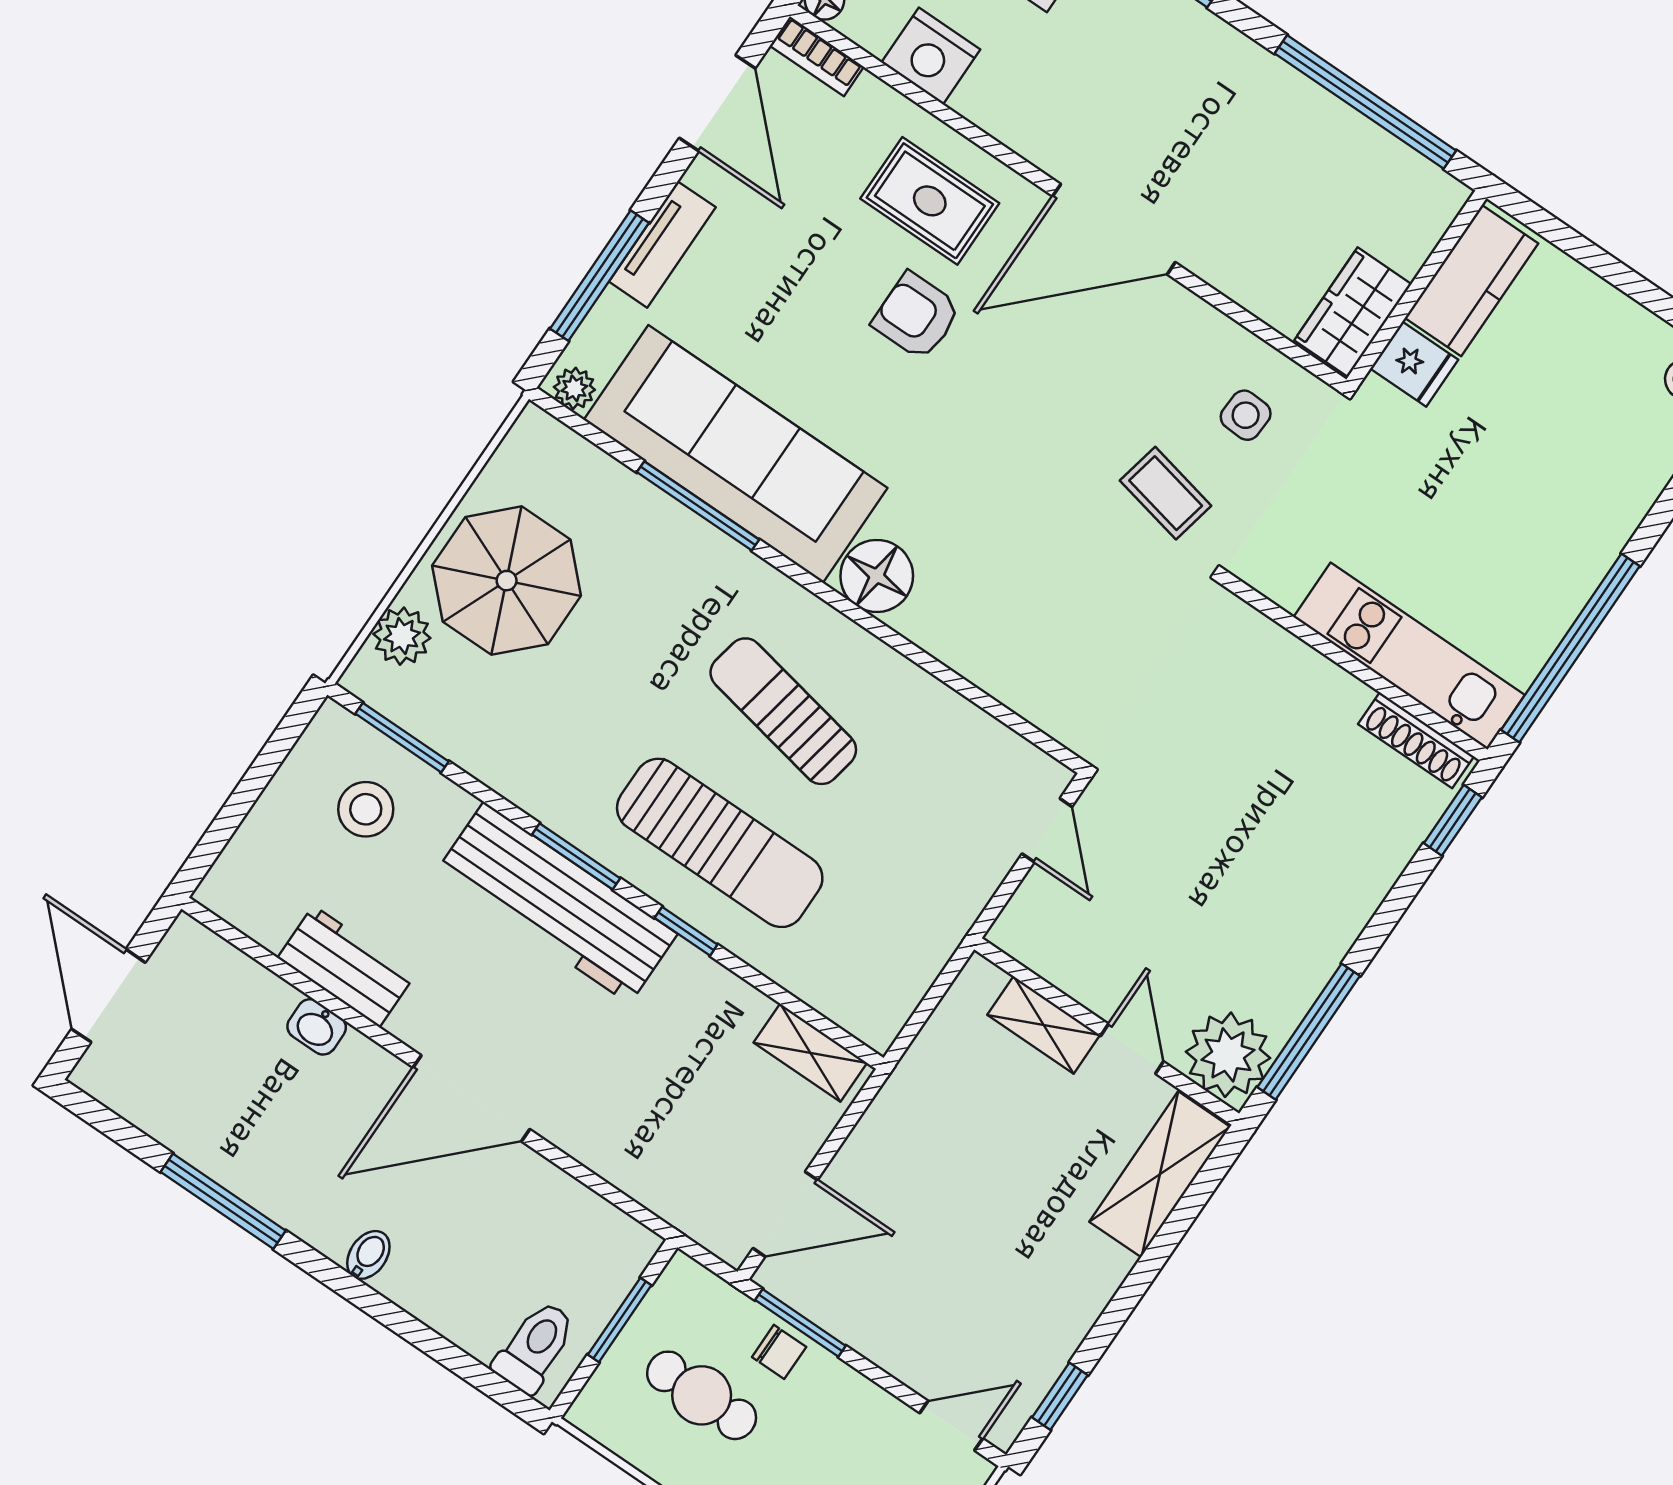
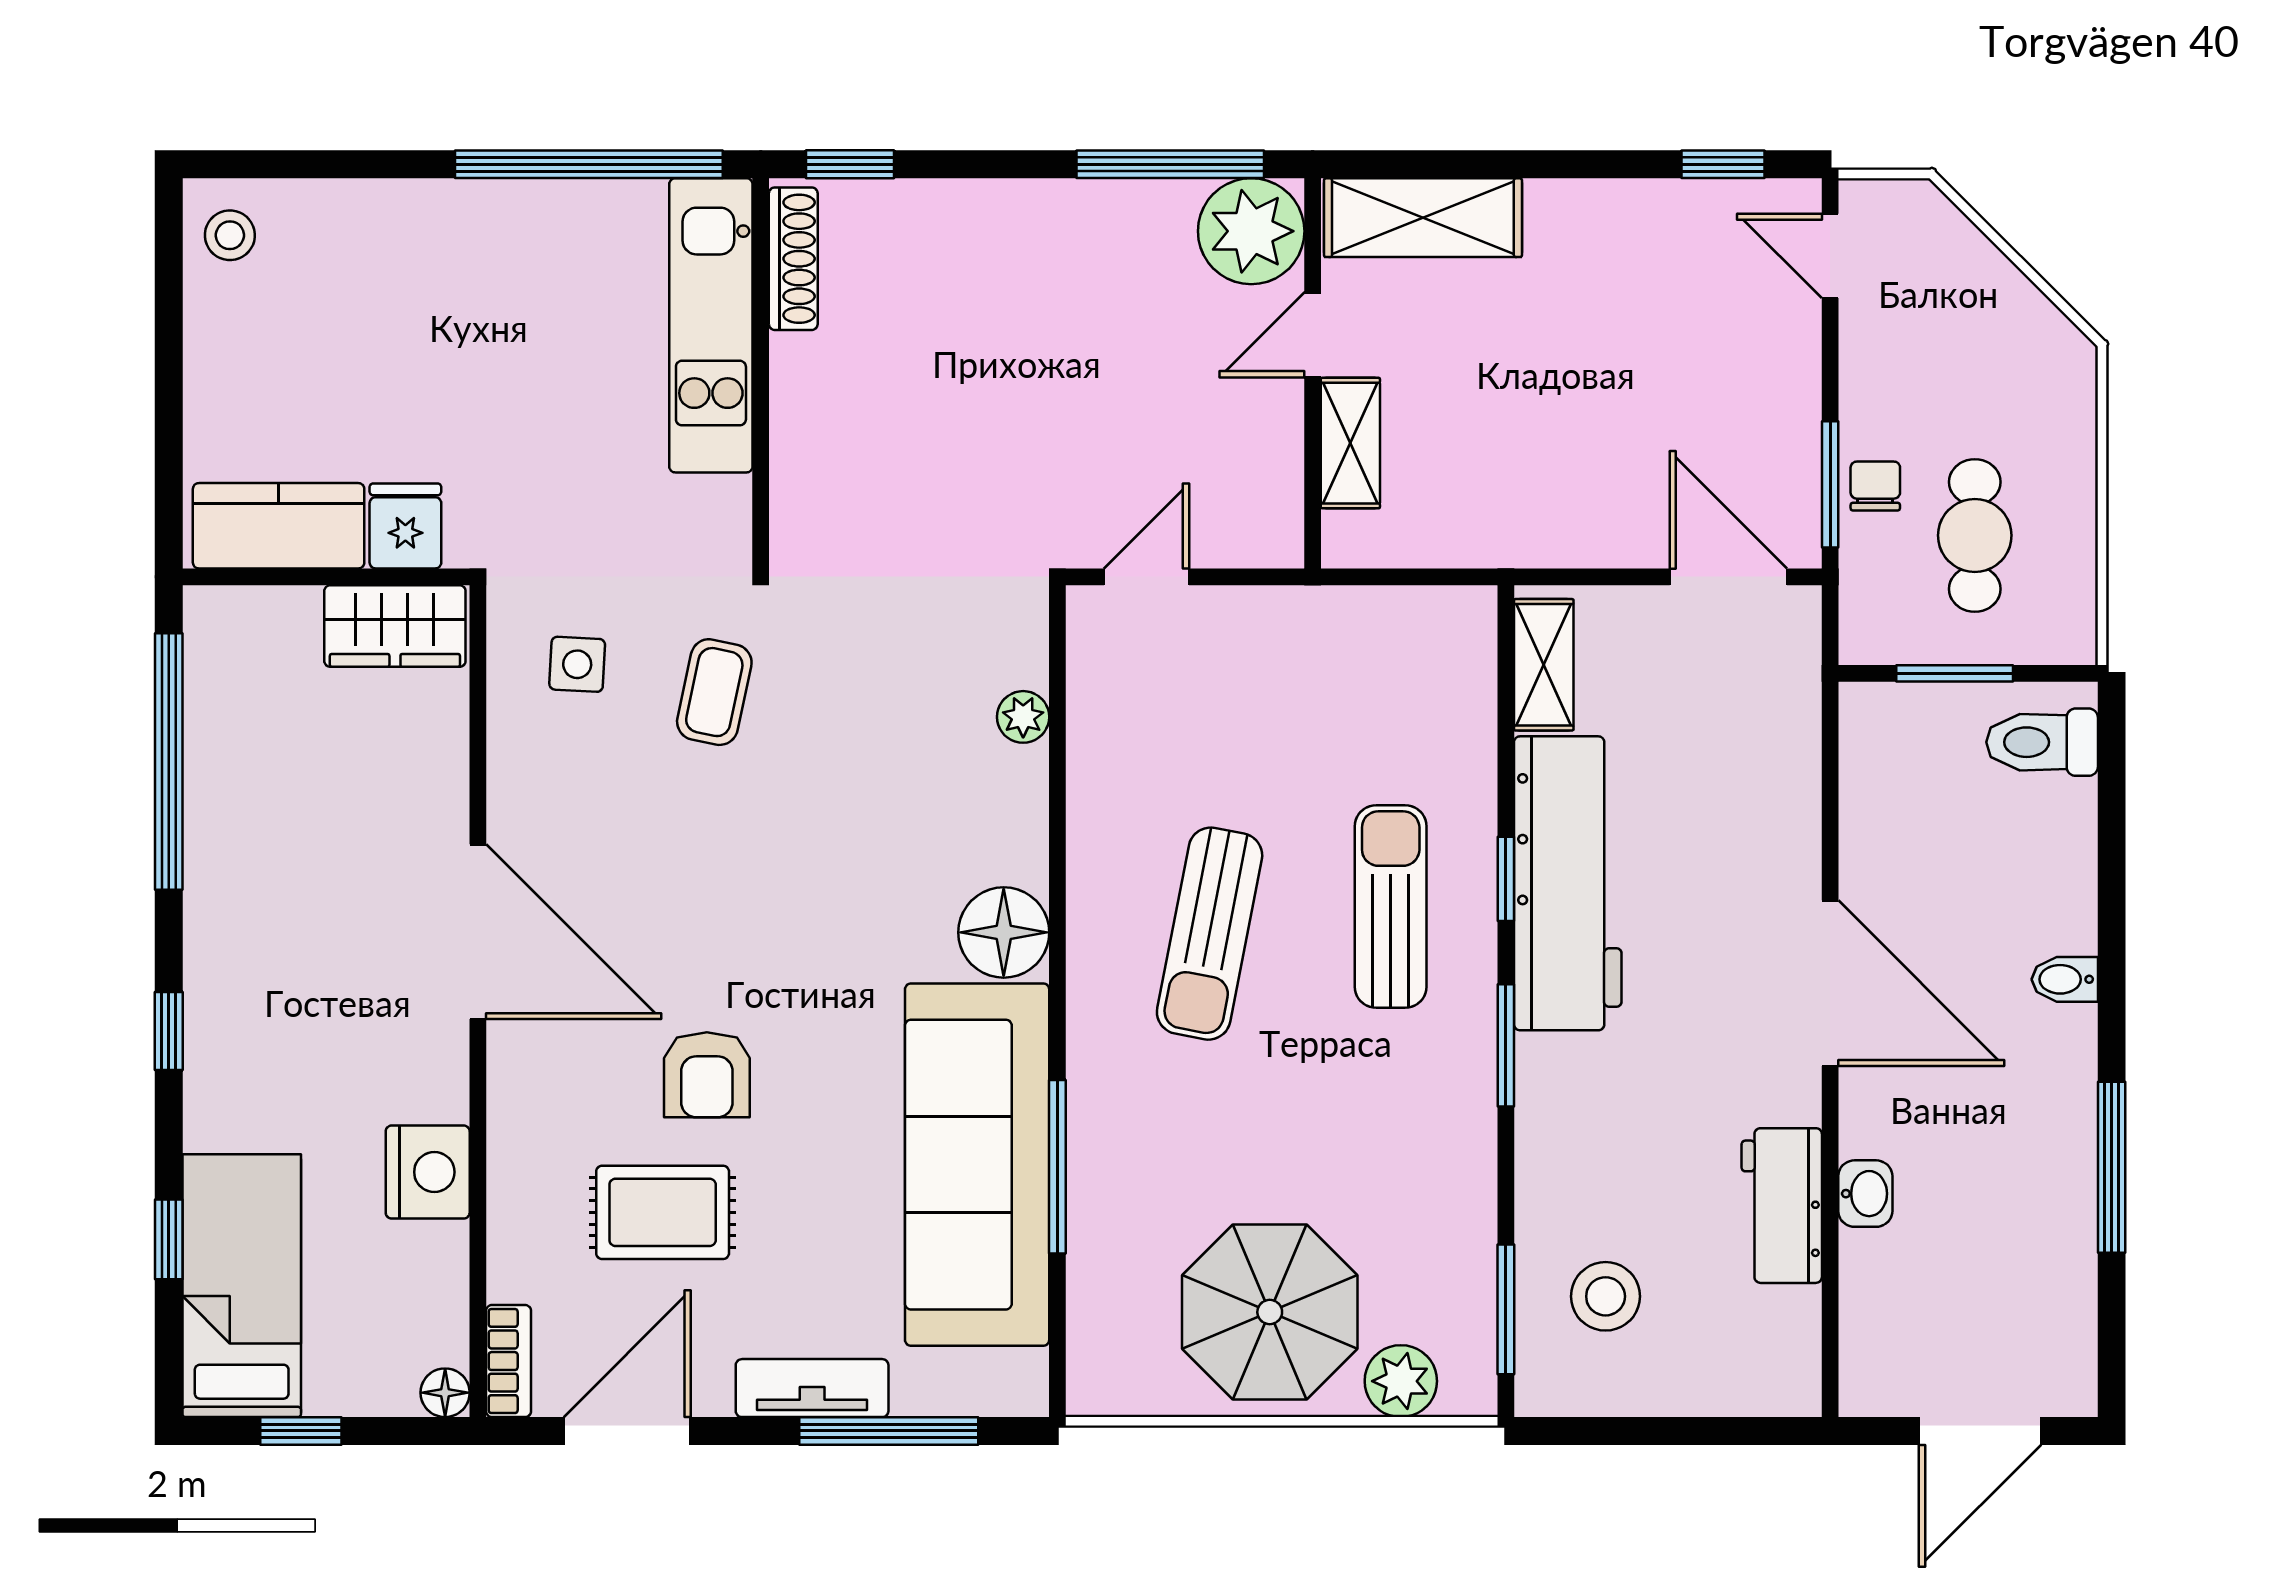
nightstand: (931, 56) -> (428, 1172), moved
rug: (930, 201) -> (663, 1212), moved, turned 90
plant: (574, 388) -> (1023, 717), moved
sun lounger: (720, 843) -> (1391, 907), width x0.73, depth x0.75
workbench: (557, 903) -> (1568, 883), moved

